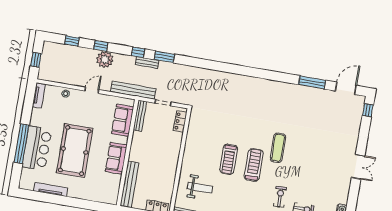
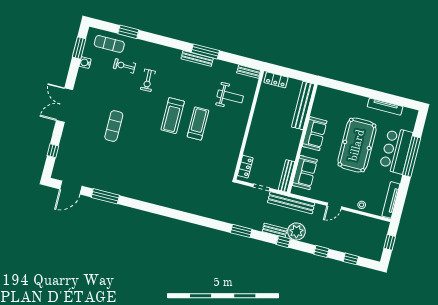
window: (164, 57) -> (241, 231), moved
plant: (105, 59) -> (296, 231), moved
tv unit: (39, 96) -> (391, 200), width x1.41
window: (368, 110) -> (53, 151), moved
exercise mat: (278, 148) -> (114, 126), moved
double door: (358, 167) -> (64, 105), width x1.37
weight bench: (200, 188) -> (230, 96), turned 180

